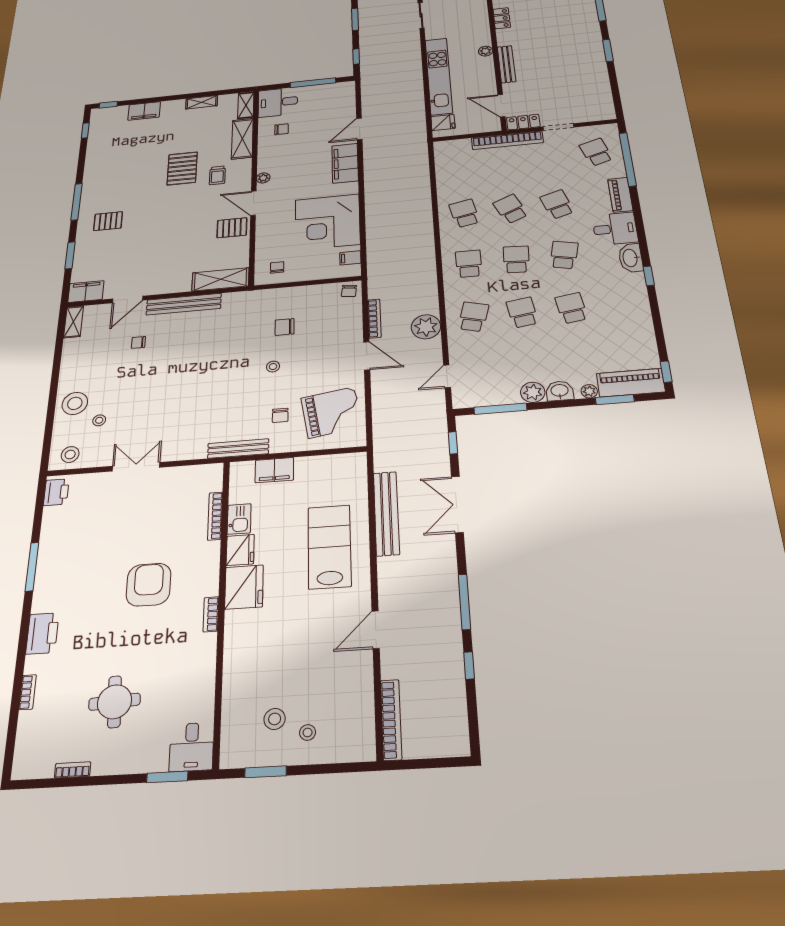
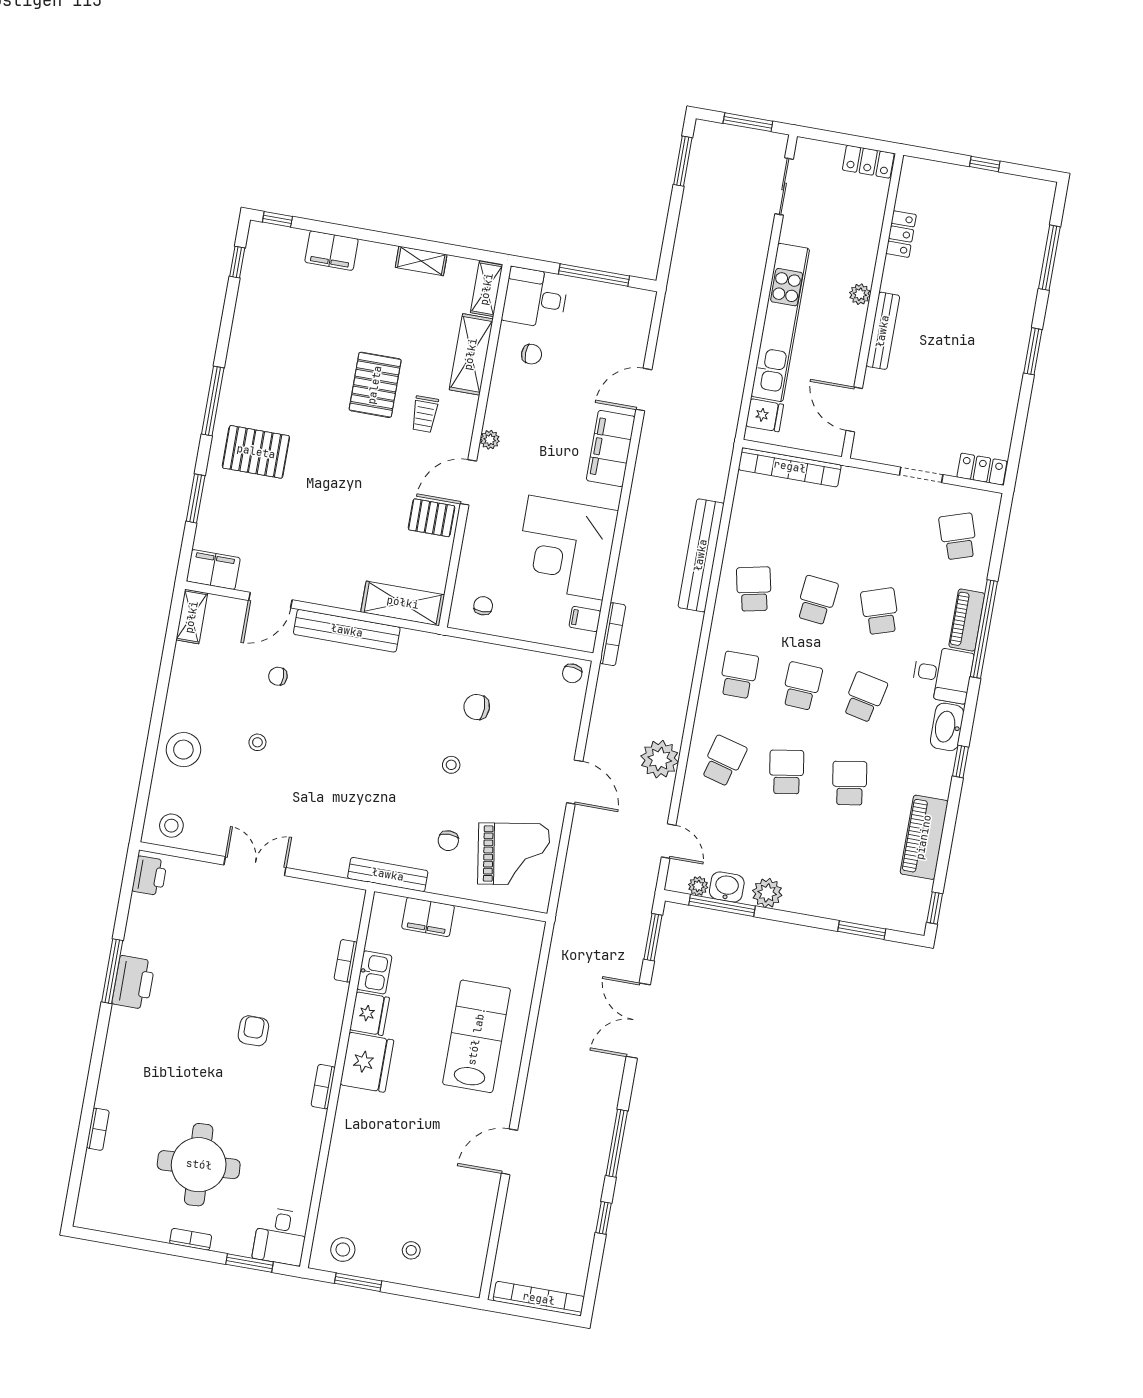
window: (356, 56) -> (669, 242), removed
locker: (523, 122) -> (982, 469), moved
bookcase: (507, 140) -> (790, 467), moved
window: (628, 159) -> (984, 629), moved
door: (253, 203) -> (468, 482), hinge flipped
school desk: (511, 209) -> (817, 600), turned 30
pallet: (108, 221) -> (256, 452), width x1.50, depth x1.42
bookcase: (374, 319) -> (613, 634), moved
door: (447, 376) -> (669, 841), swing flipped
piano: (631, 383) -> (924, 837), moved, turned -90
washbasin: (560, 391) -> (727, 887), moved
plant: (589, 391) -> (698, 886), moved
stool: (99, 420) -> (257, 742), moved
window: (453, 443) -> (653, 937), width x1.50
bench: (386, 513) -> (701, 555), moved
bookcase: (215, 516) -> (346, 961), width x0.64
armchair: (149, 585) -> (253, 1031), width x0.53, depth x0.53
printer: (42, 633) -> (134, 983), moved
round table: (115, 702) -> (199, 1165), width x1.36, depth x1.36
stool: (275, 719) -> (343, 1250), moved
bookcase: (391, 720) -> (539, 1299), moved, turned -90
bookcase: (73, 770) -> (191, 1239), moved

